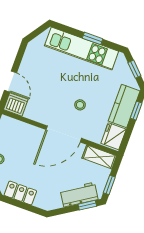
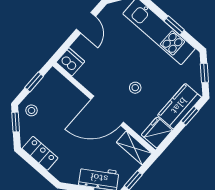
door: (10, 81) -> (86, 23), moved

